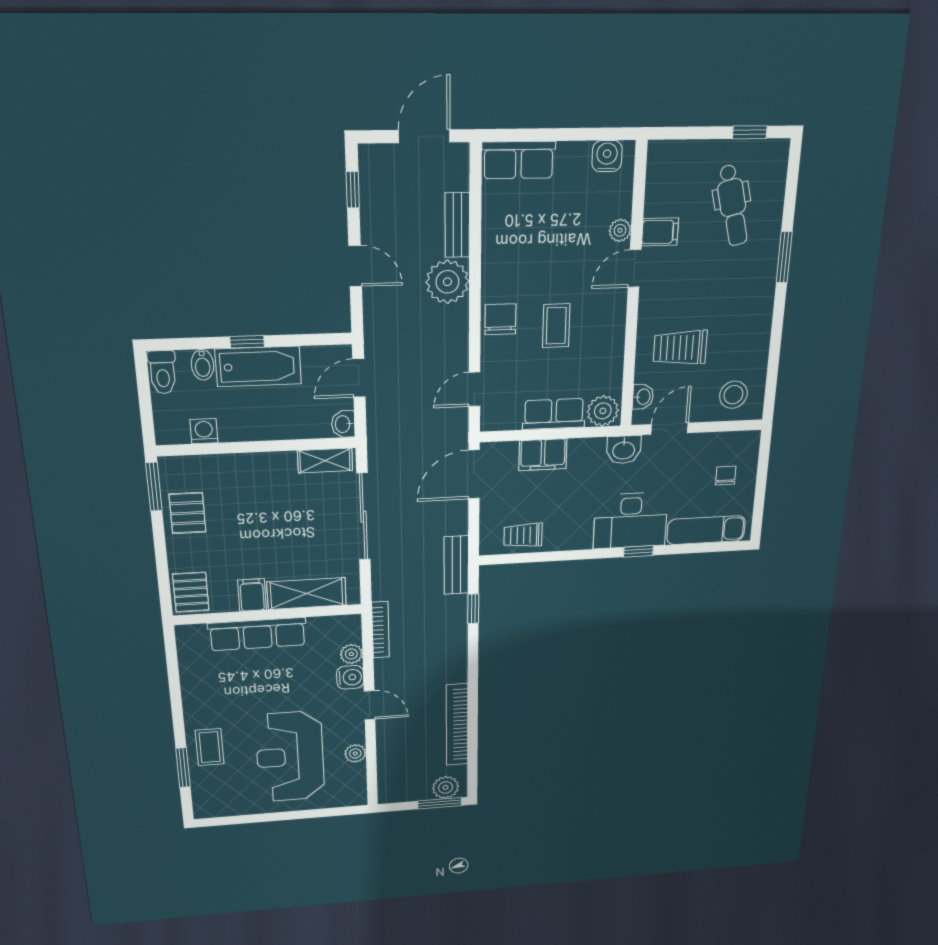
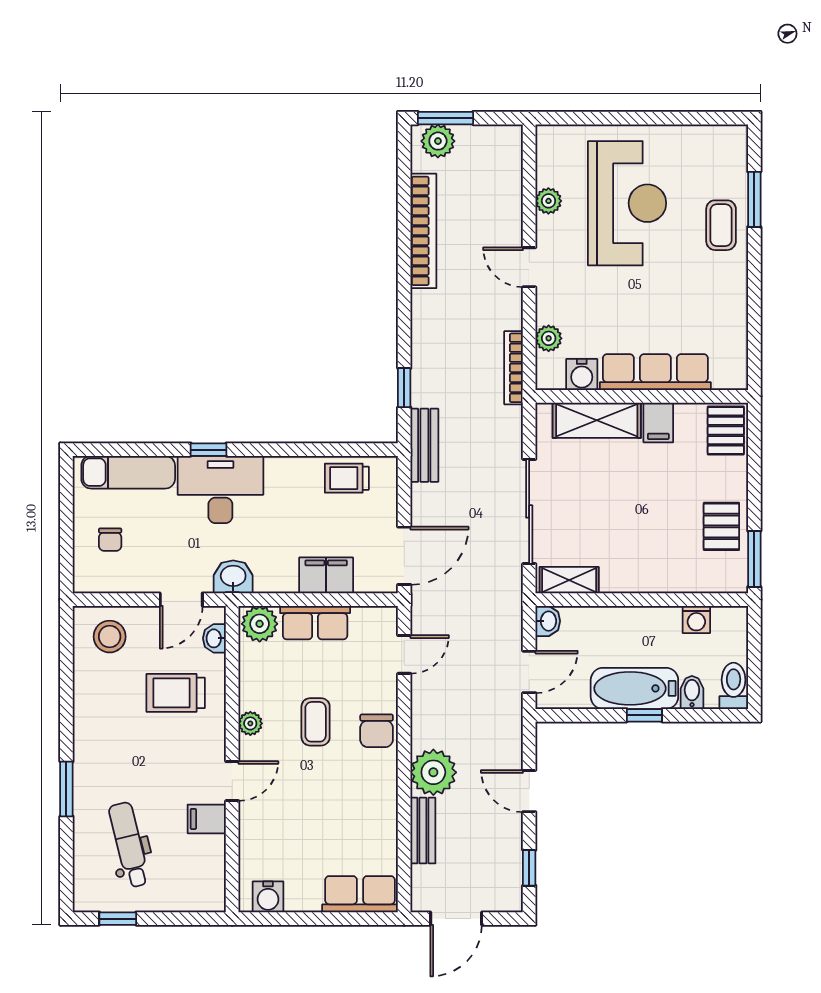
plant: (620, 230) -> (250, 723), moved
trolley: (680, 348) -> (176, 693), turned 180
trolley: (523, 535) -> (347, 478), turned 180
water cooler: (350, 677) -> (582, 375), moved, turned -90

